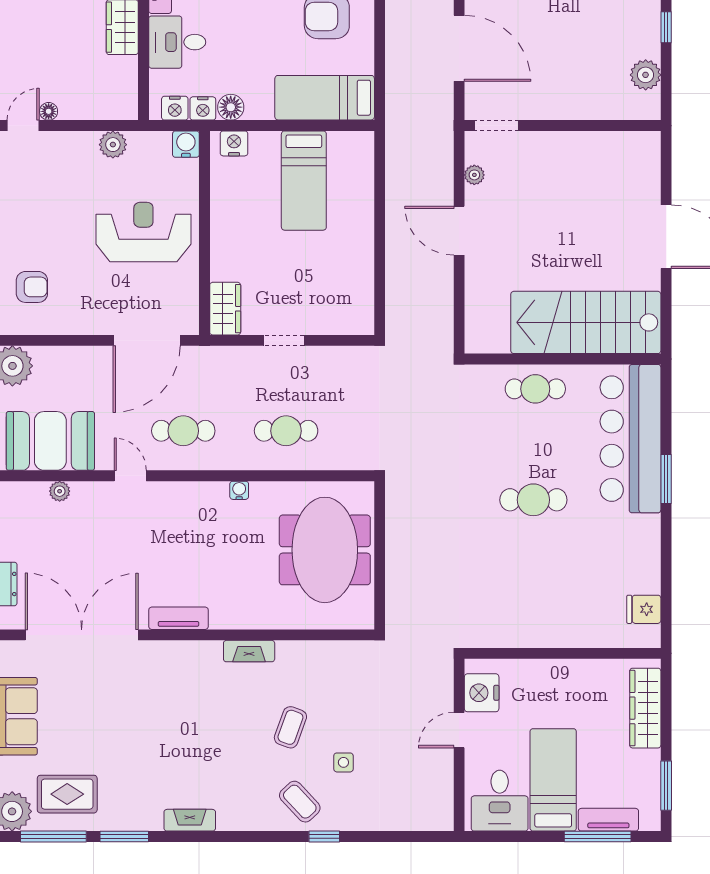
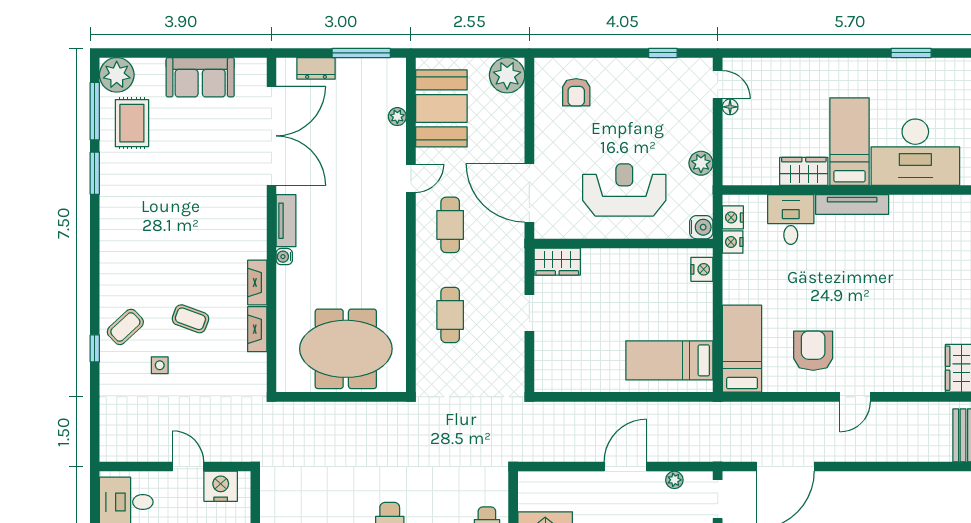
floor lamp: (231, 107) -> (734, 266), removed
bed: (304, 181) -> (669, 360), moved
reception desk: (143, 232) -> (624, 190), turned -90
water cooler: (239, 490) -> (284, 257), moved, turned 180
fireplace: (190, 820) -> (257, 329), moved, turned 180

